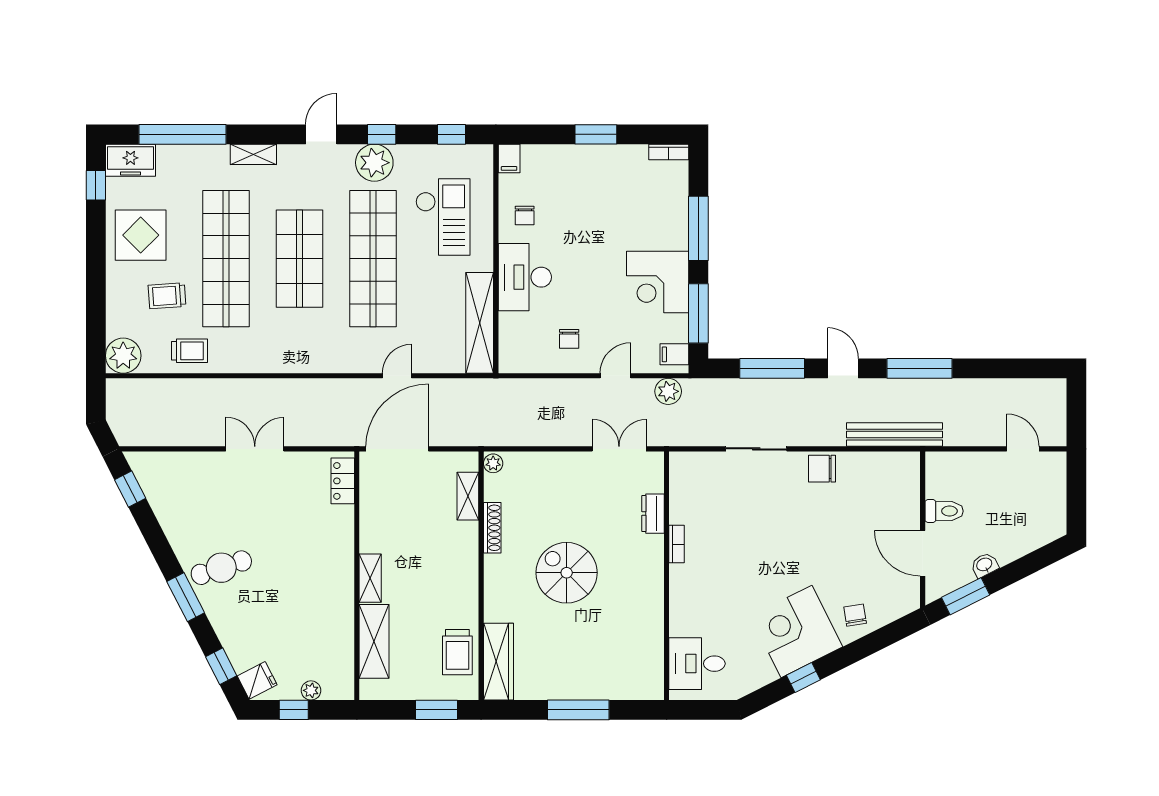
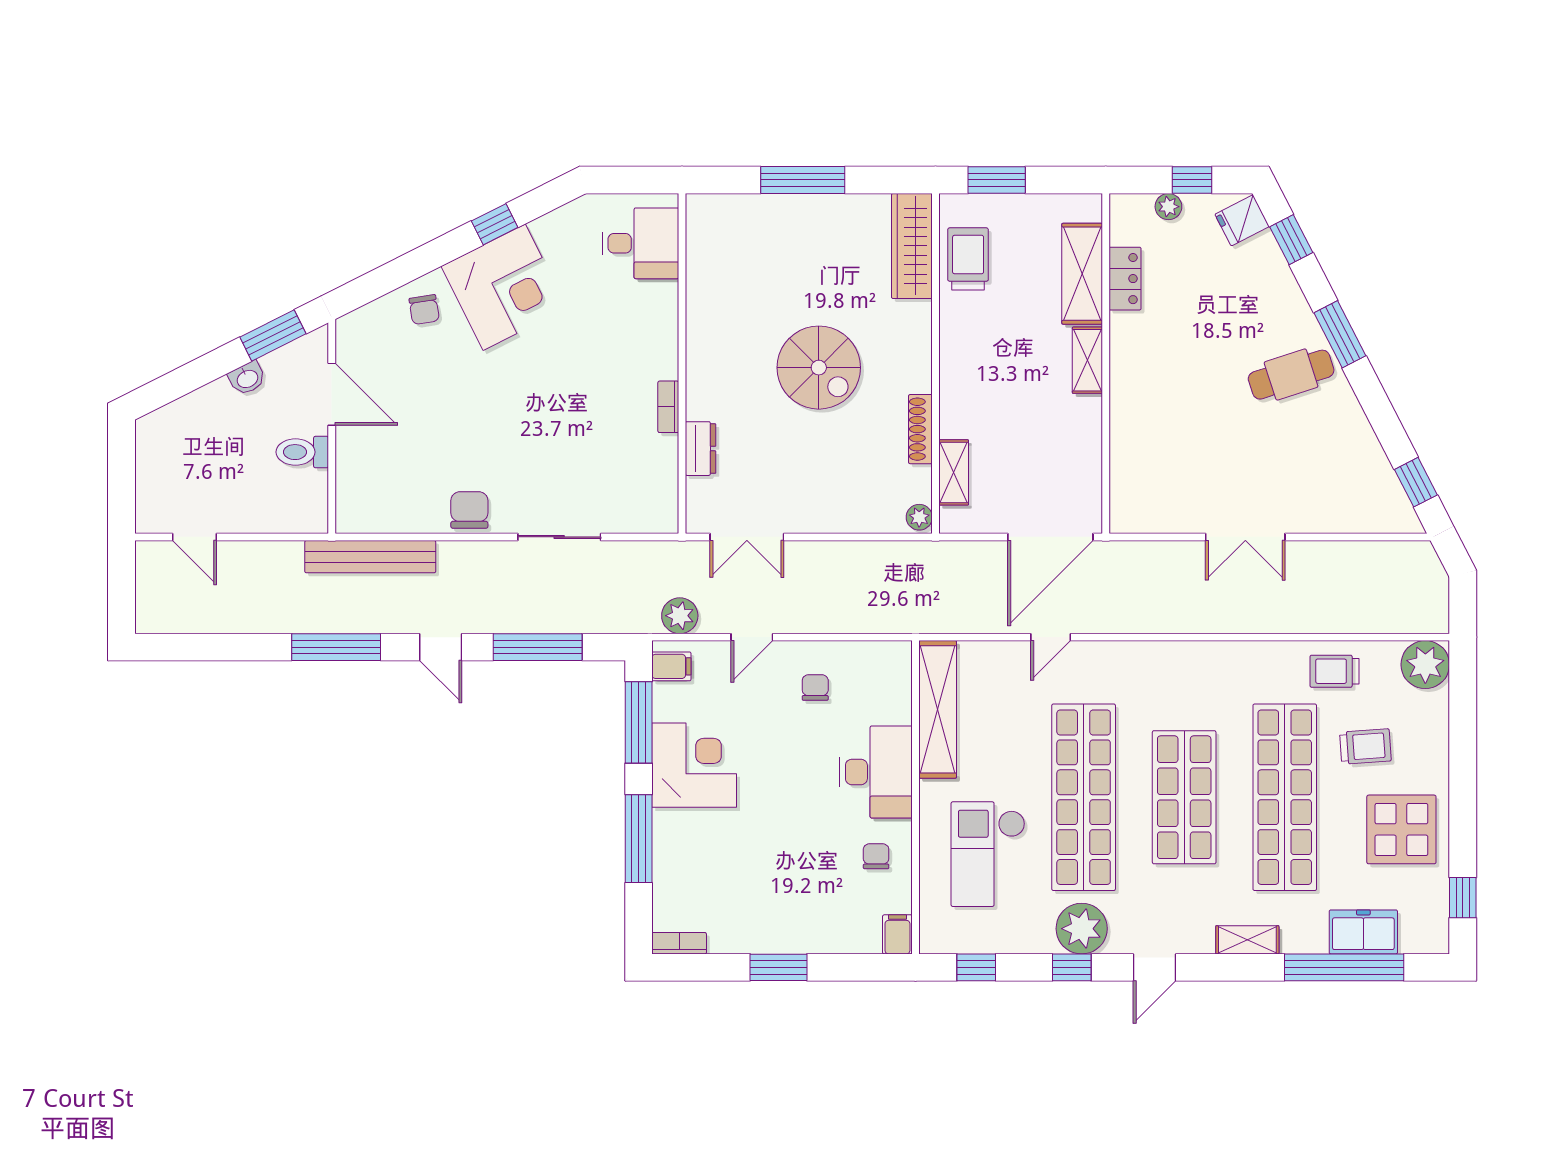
freezer: (130, 160) -> (1363, 932), moved
chair: (822, 469) -> (469, 510), turned -90
locker: (343, 481) -> (1125, 279), moved

